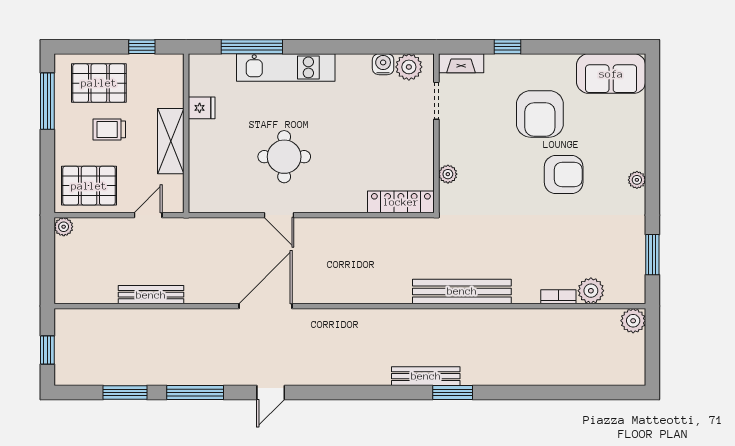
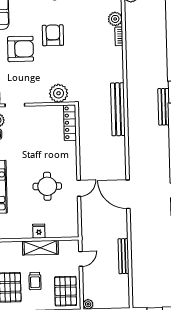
fridge: (202, 108) -> (39, 231), moved
plant: (448, 174) -> (59, 93), width x1.88, depth x1.88
door: (148, 215) -> (81, 259), swing flipped
bench: (462, 291) -> (118, 109), moved

